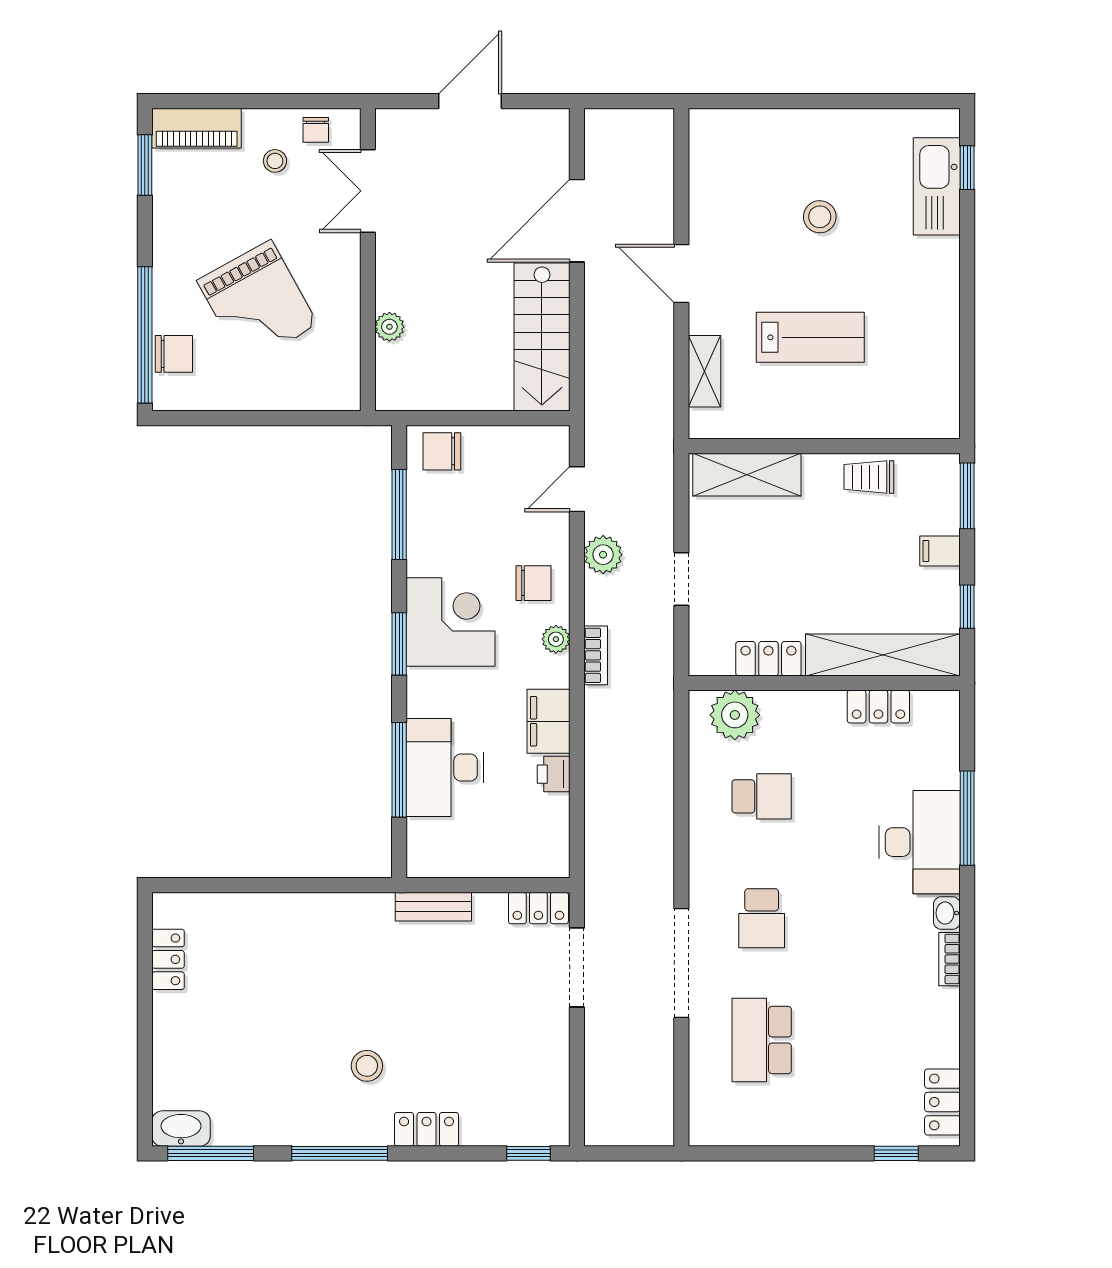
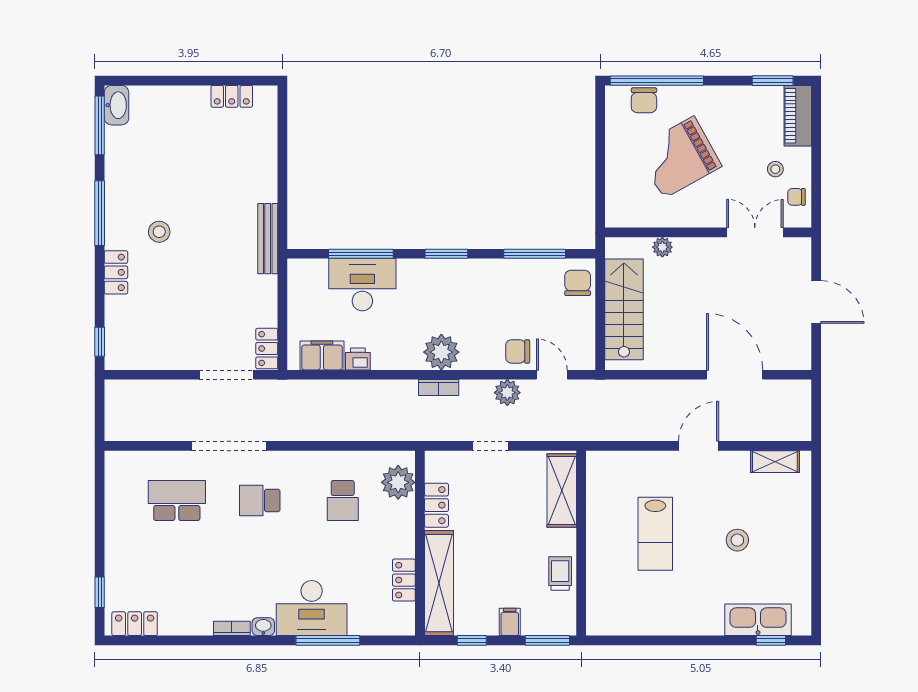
stairs: (542, 337) -> (624, 309), moved, turned 90
shelving: (705, 371) -> (775, 462), moved
chair: (533, 583) -> (518, 351), moved, turned 90
corner desk: (451, 622) -> (461, 289), removed
plant: (556, 639) -> (441, 352), width x1.87, depth x1.87
filing cabinet: (549, 721) -> (322, 355), moved
bench: (433, 907) -> (268, 239), moved, width x1.36

